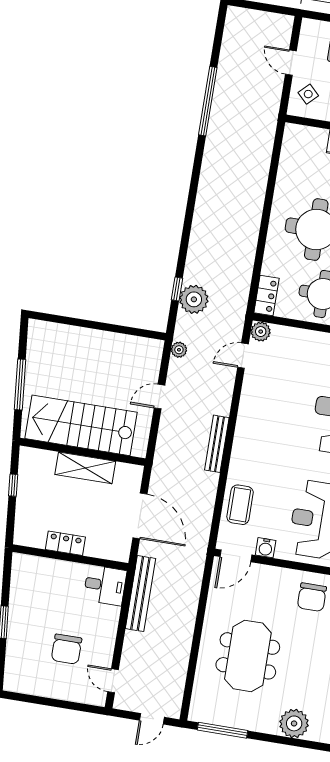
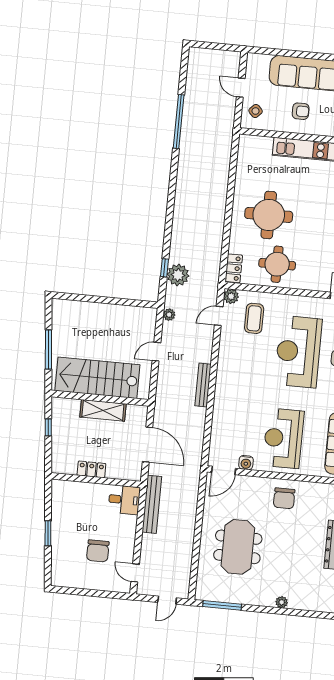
coffee table: (240, 505) -> (254, 318), moved
plant: (294, 723) -> (282, 602), width x0.53, depth x0.53

